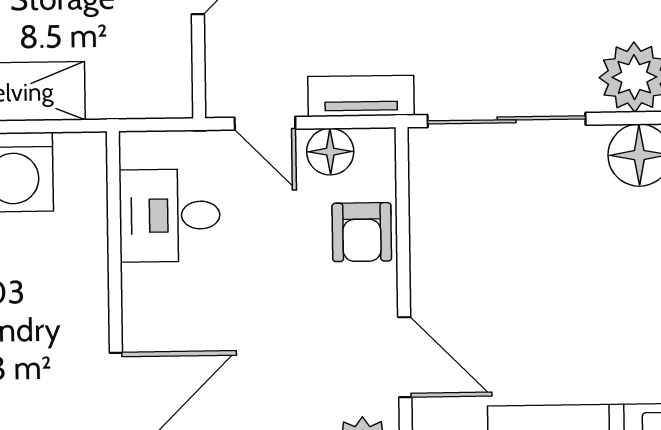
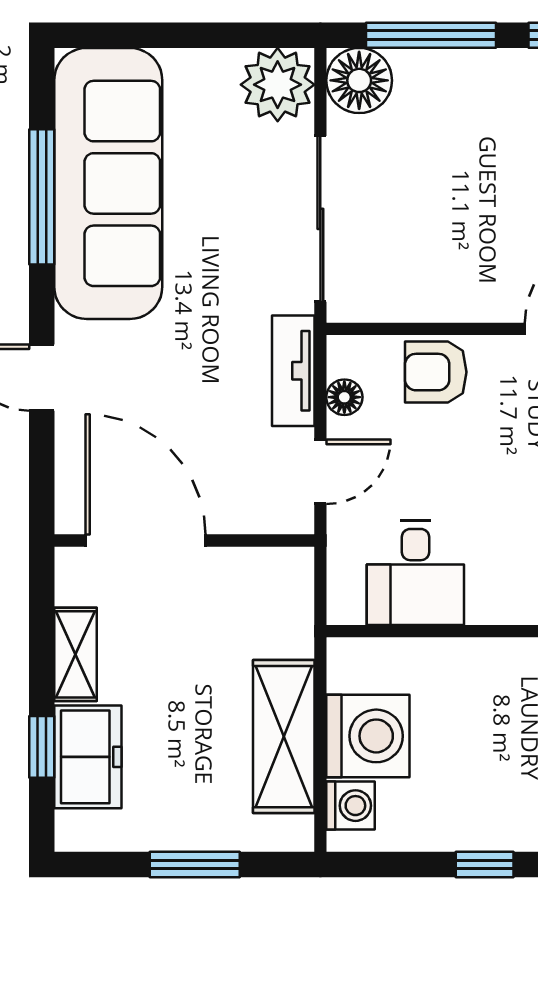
floor lamp: (330, 152) -> (344, 397), width x0.73, depth x0.73
armchair: (362, 232) -> (436, 372), turned 180

